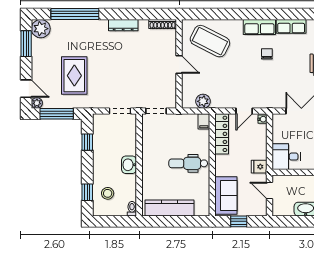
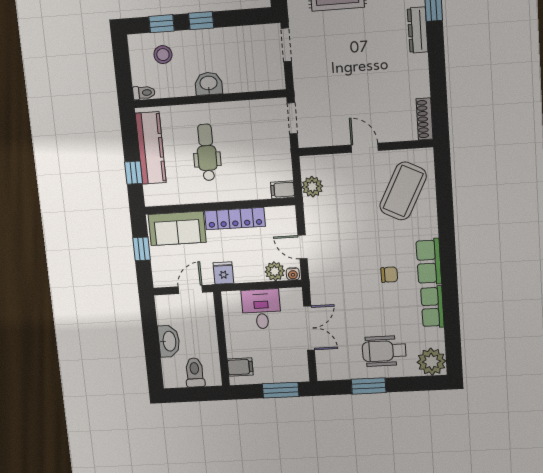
dresser: (123, 25) -> (418, 30), moved
door: (179, 65) -> (365, 148), swing flipped
doorway: (120, 111) -> (286, 45), moved
plant: (260, 131) -> (275, 271), added
locker: (222, 134) -> (235, 219), moved
window: (87, 142) -> (201, 21), moved
desk: (286, 157) -> (261, 309), moved
dental chair: (188, 163) -> (207, 152), moved
window: (186, 221) -> (134, 173), added

